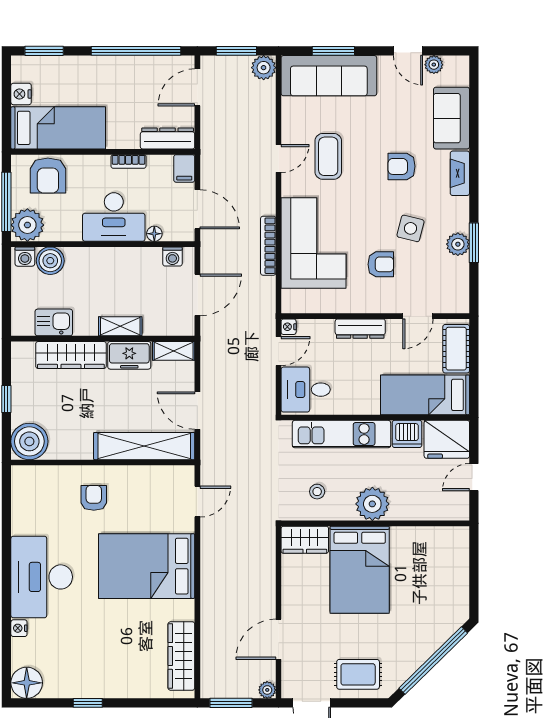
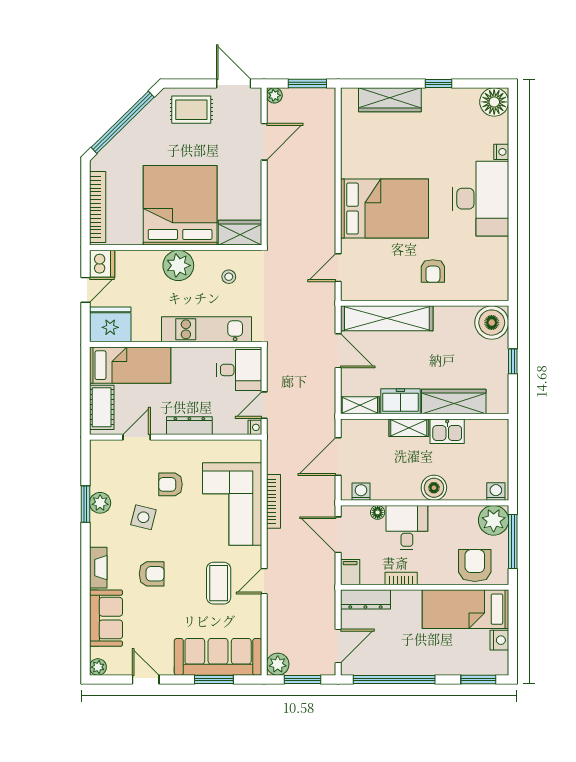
plant: (434, 65) -> (98, 667), moved
desk: (114, 217) -> (407, 528), width x0.73
boiler: (50, 261) -> (434, 488), moved
kitchen sink: (54, 322) -> (447, 431), moved
dishwasher: (407, 434) -> (102, 264), moved, turned 90
bookcase: (461, 568) -> (98, 207), added
bed: (360, 570) -> (180, 205), width x1.36
wardrobe: (181, 656) -> (390, 100), moved, turned 90

